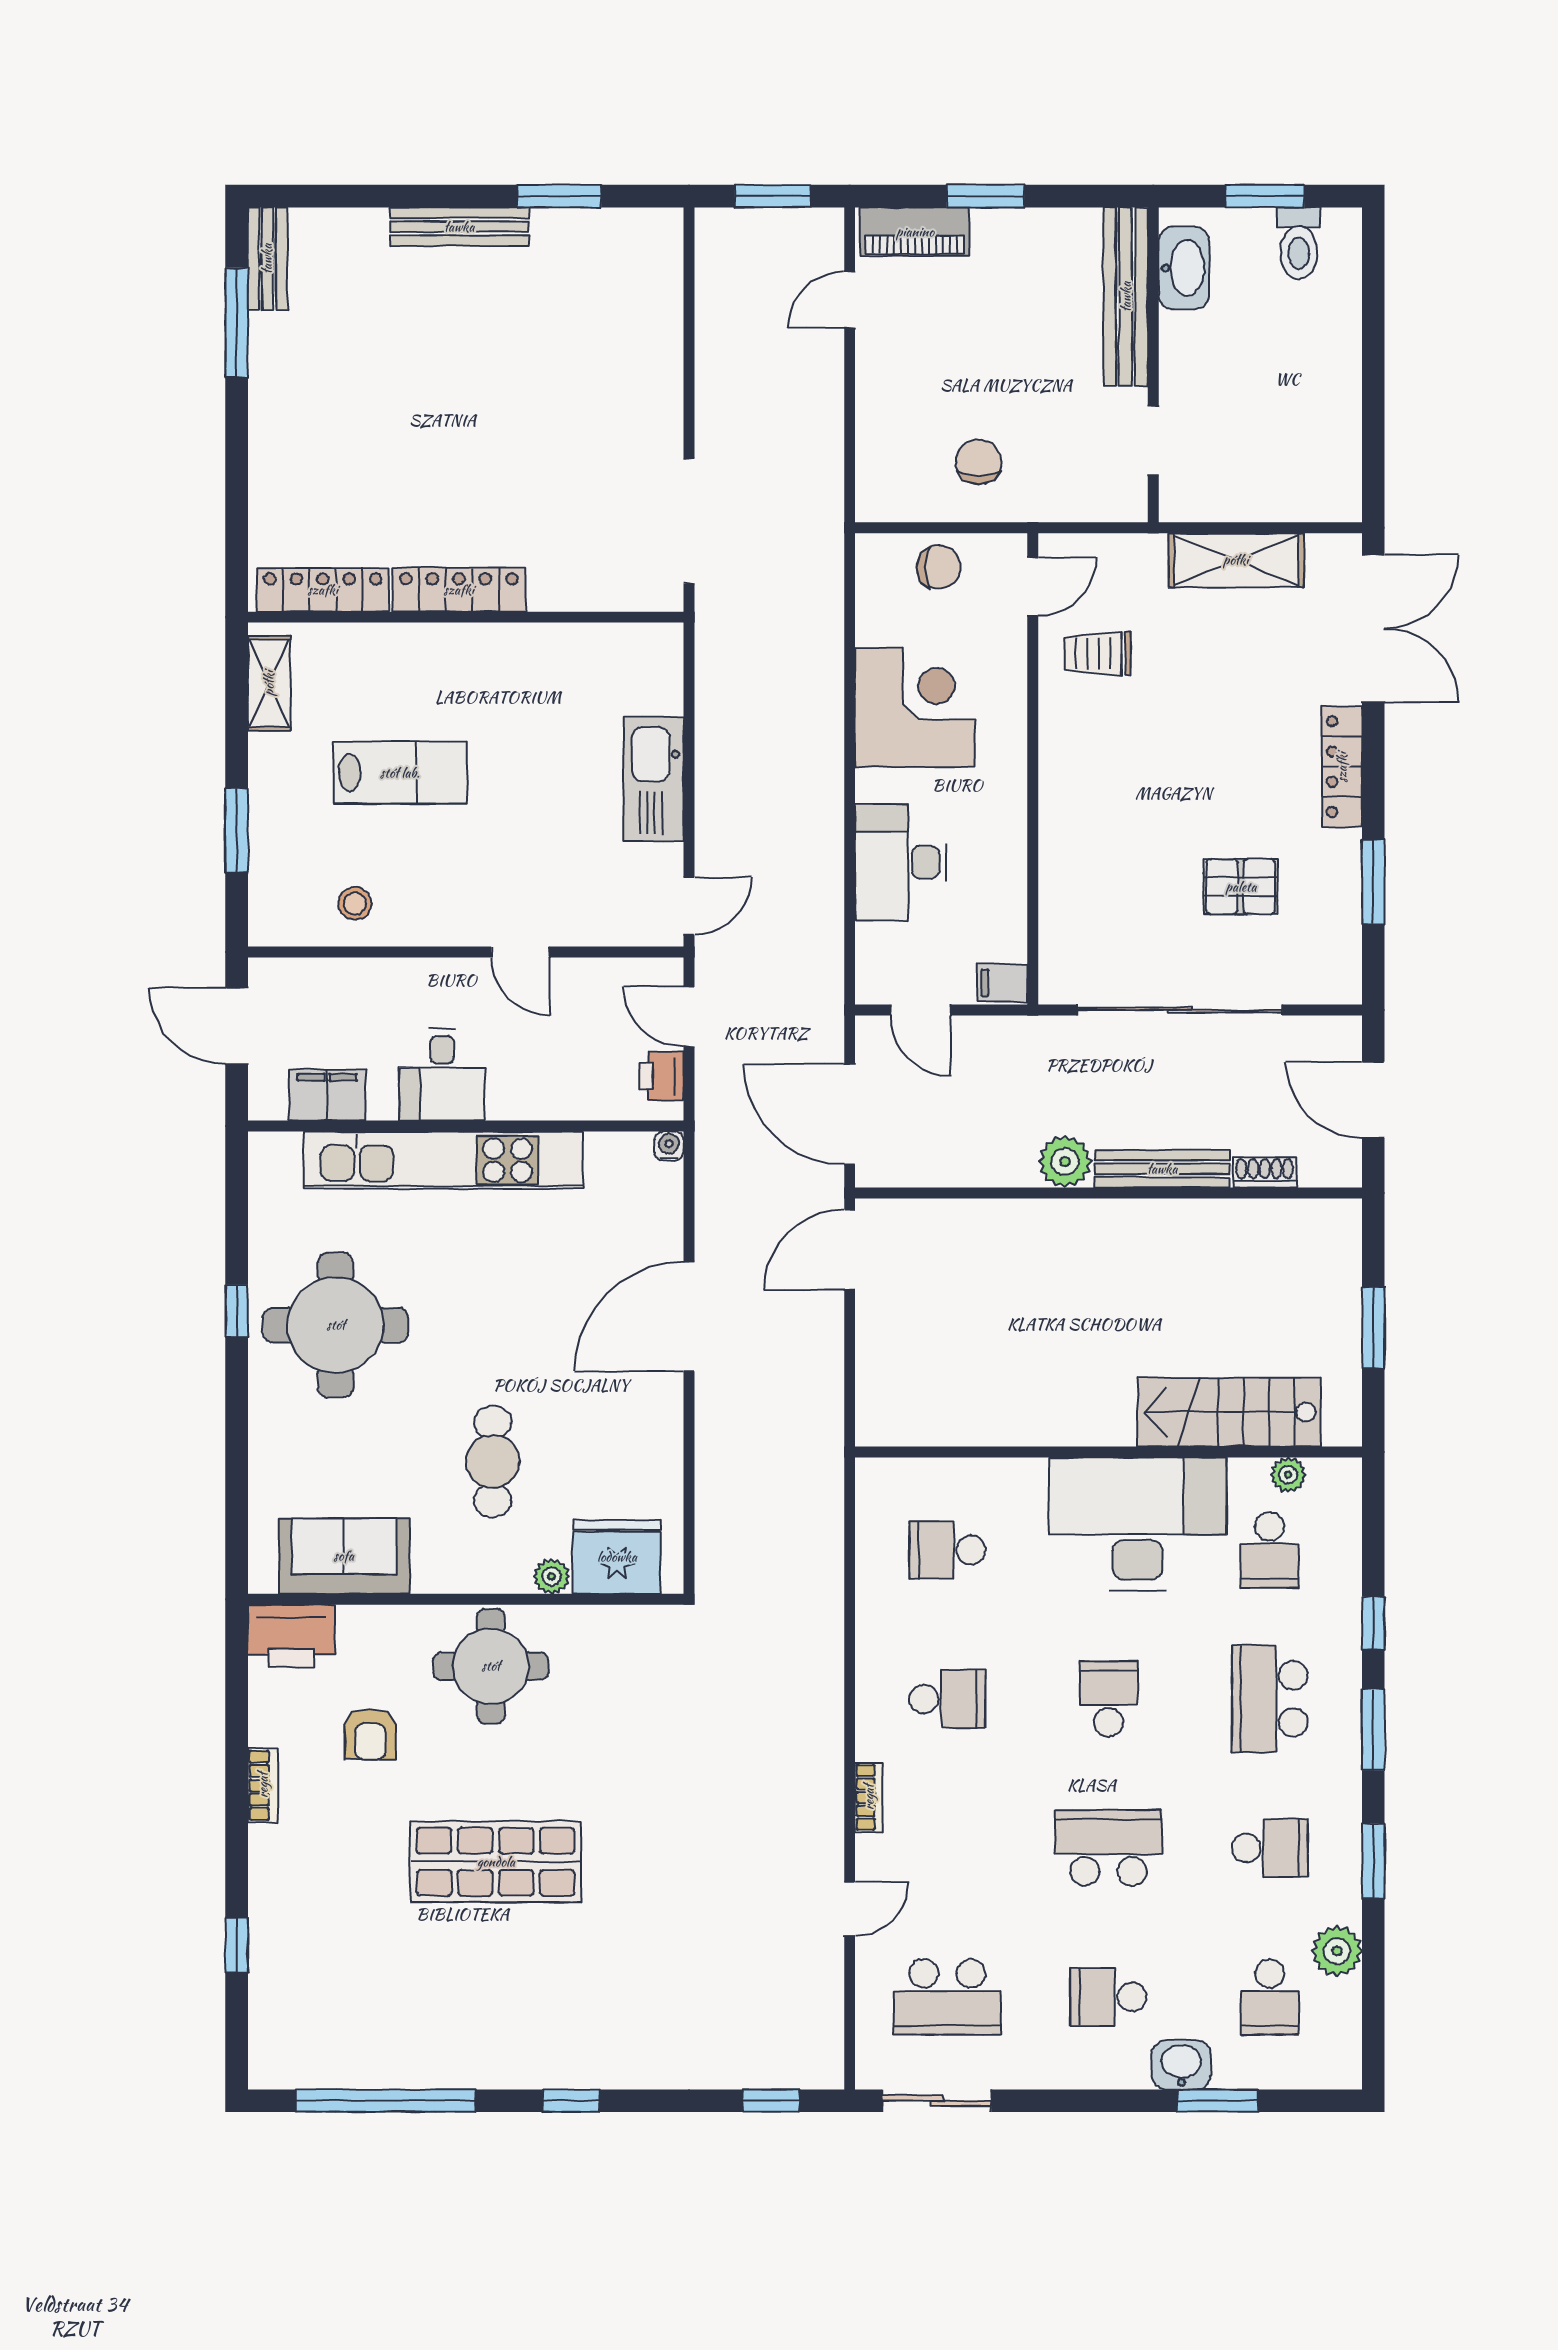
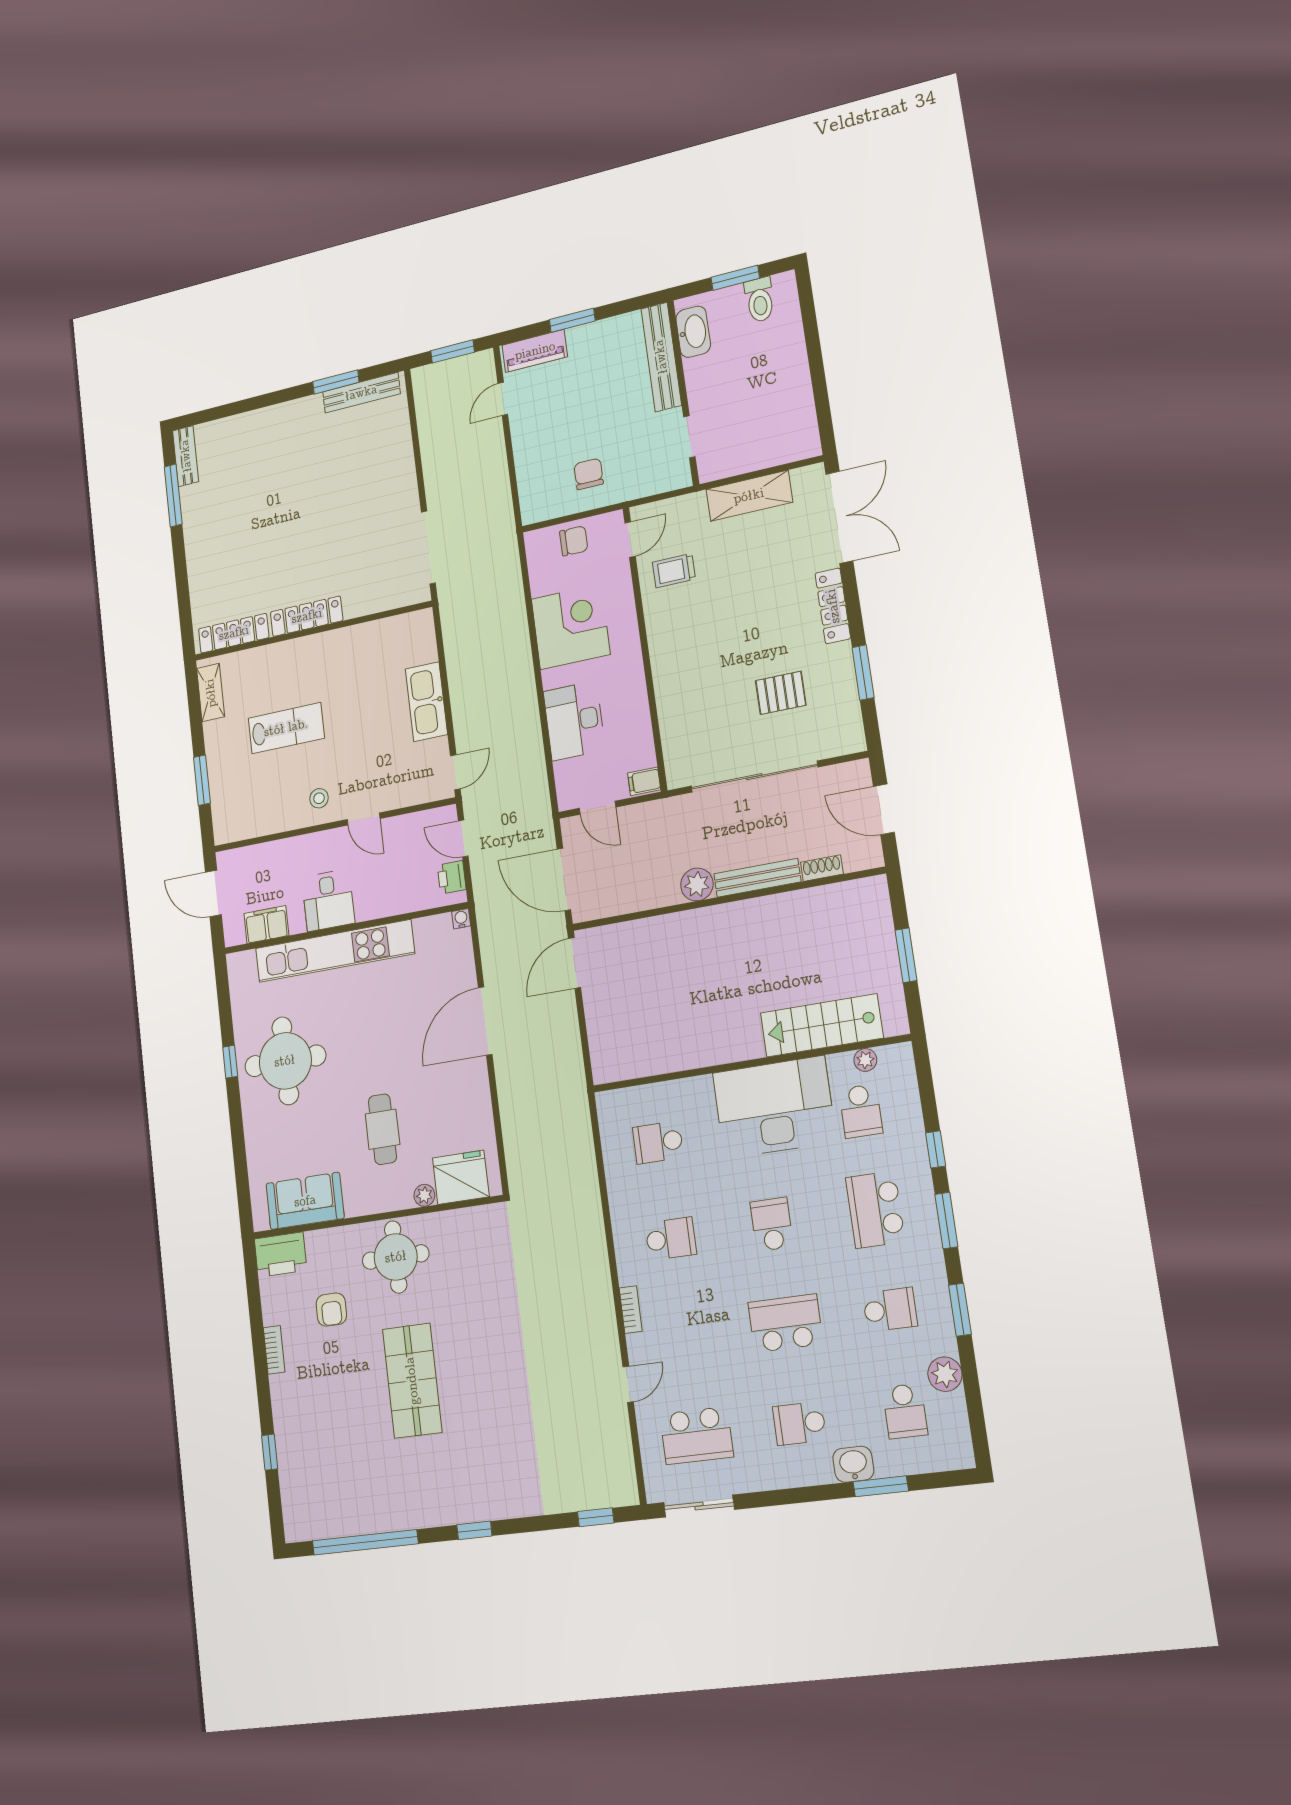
bench: (459, 227) -> (361, 393), moved
stool: (355, 904) -> (319, 798), moved
shop shelf: (496, 1862) -> (412, 1381), turned 90

